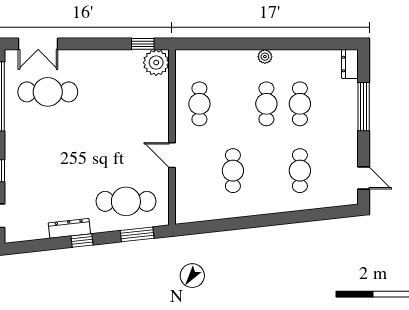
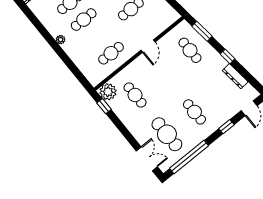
cafe table: (126, 92) -> (135, 95), added
cafe table: (48, 147) -> (194, 112), added
cafe table: (126, 201) -> (190, 50), width x0.73, depth x0.74
dresser: (69, 228) -> (235, 76), moved

